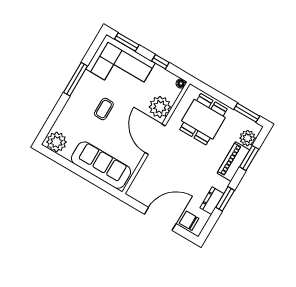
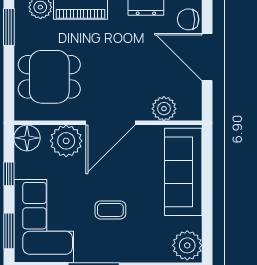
floor lamp: (181, 83) -> (27, 138), width x1.89, depth x1.89
plant: (145, 176) -> (164, 109), added
chair: (189, 221) -> (188, 19), turned 90

